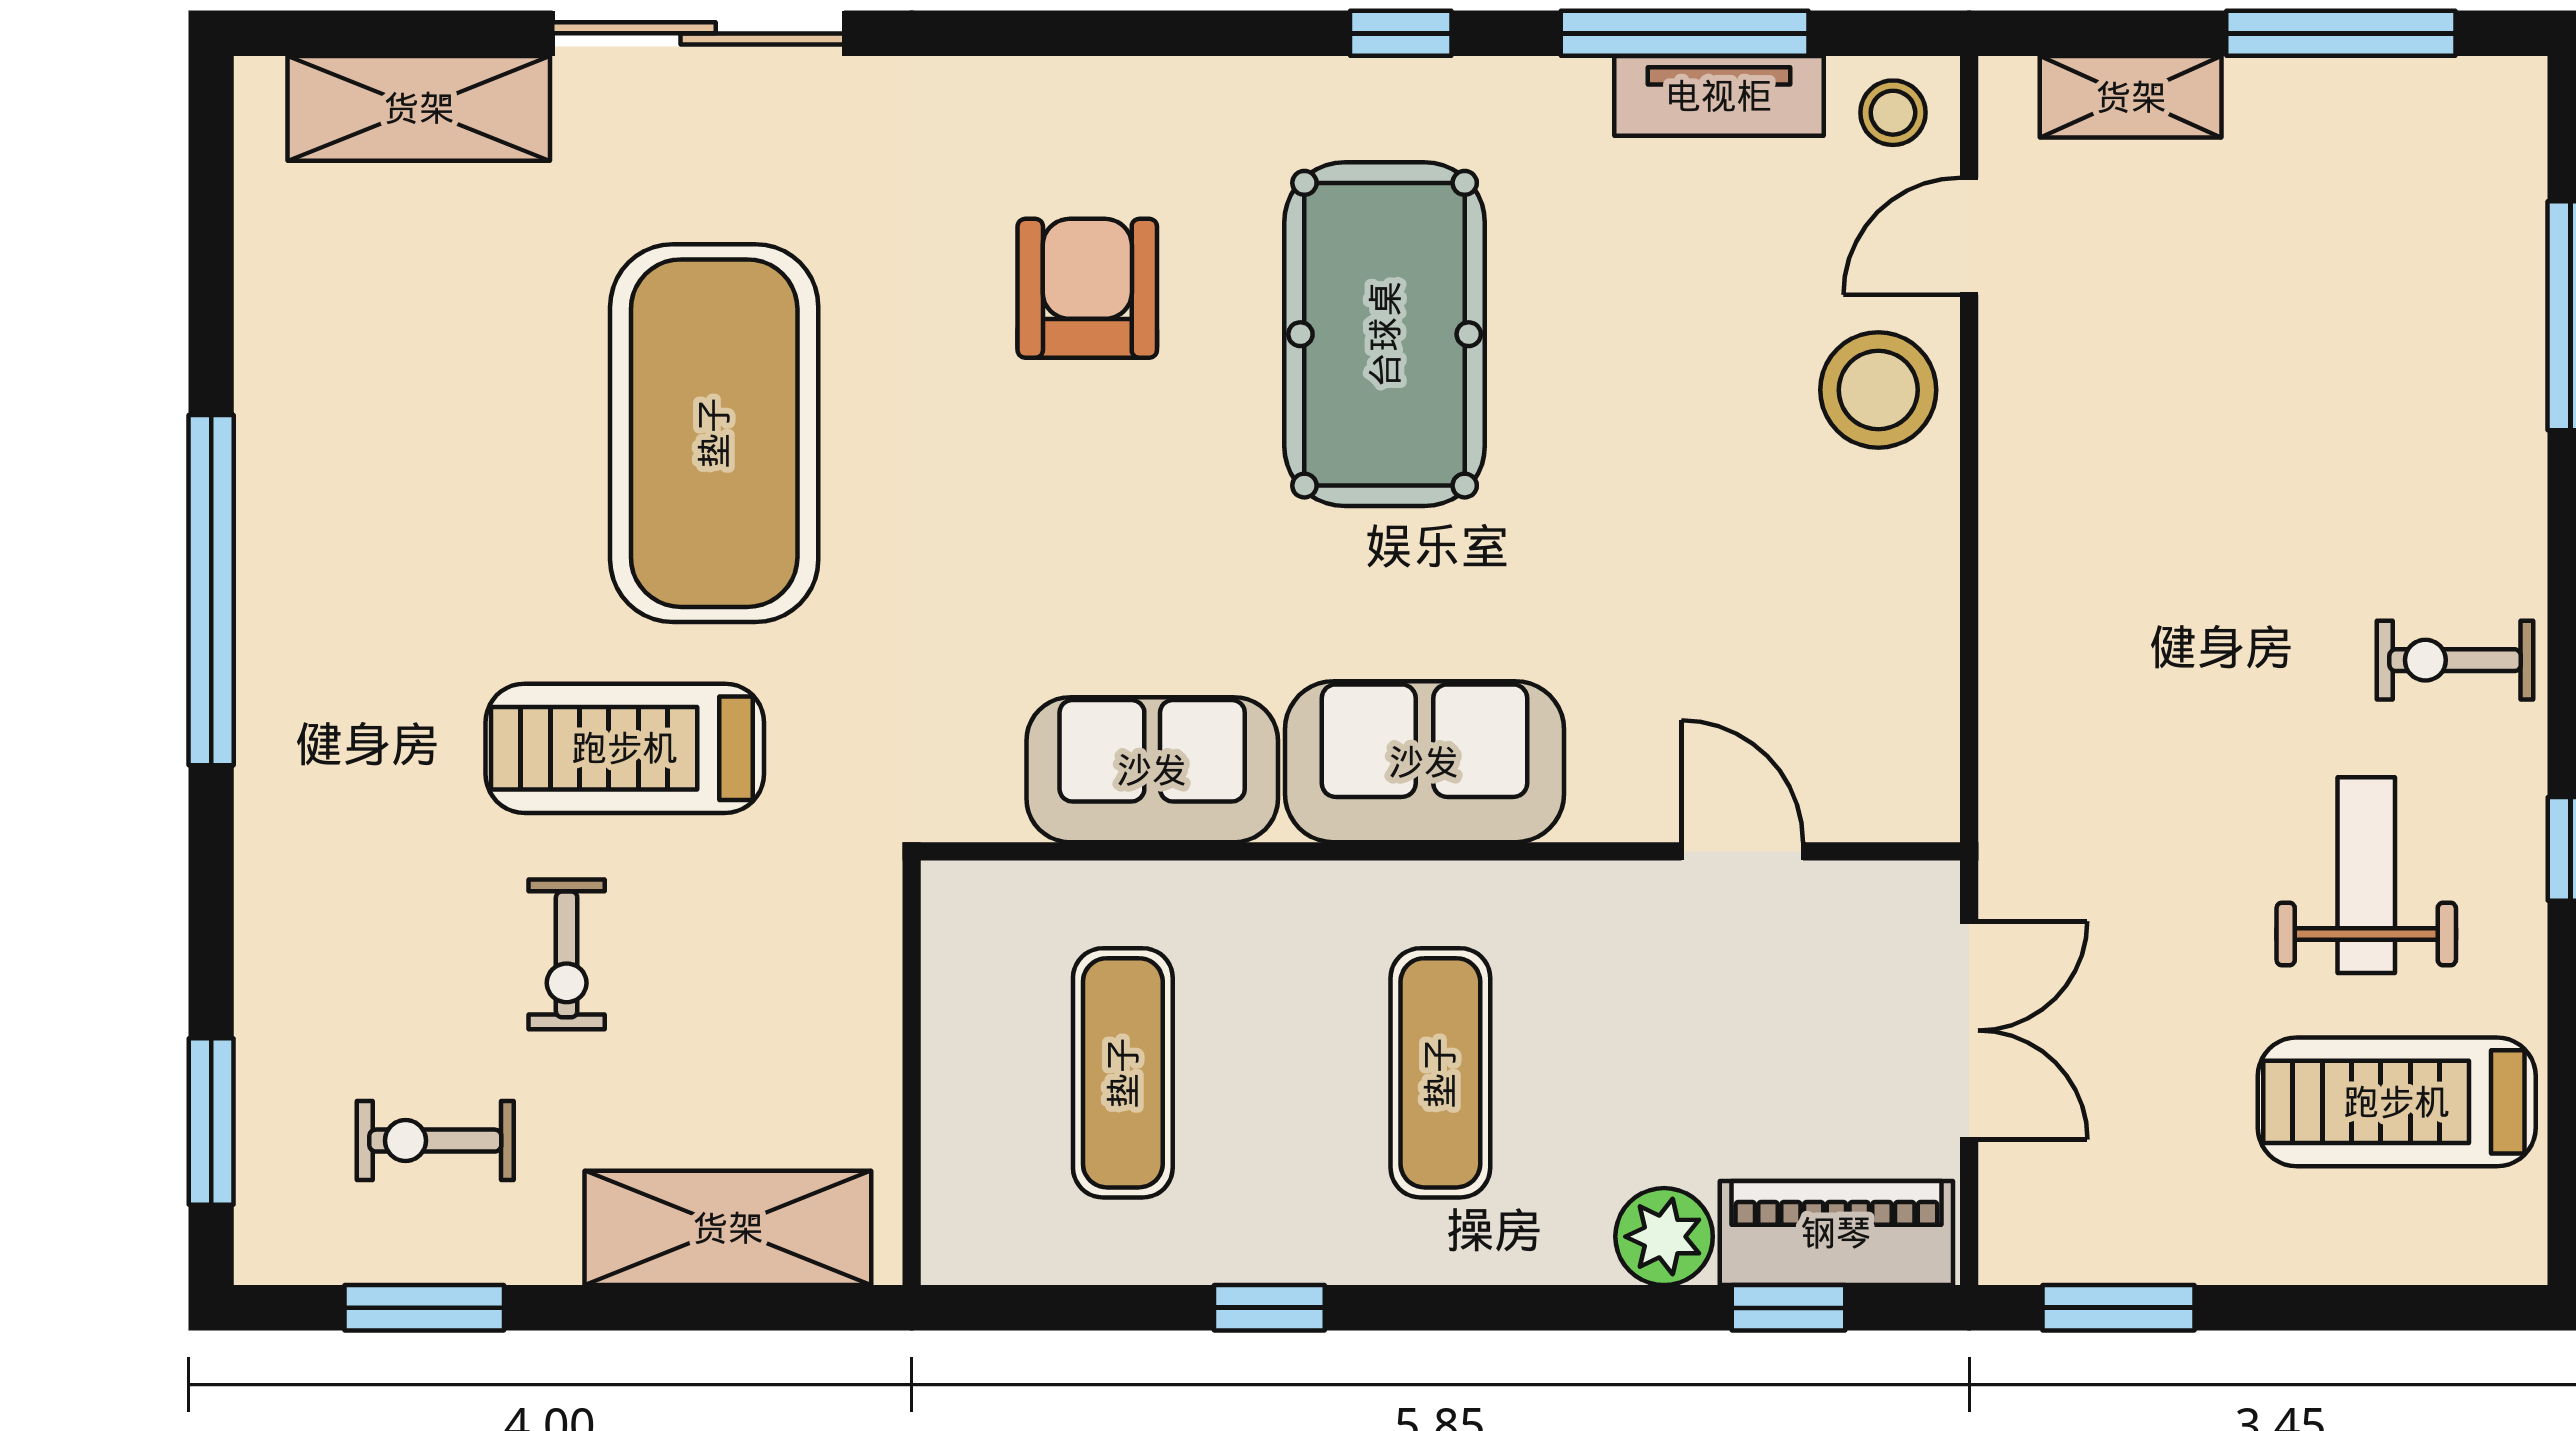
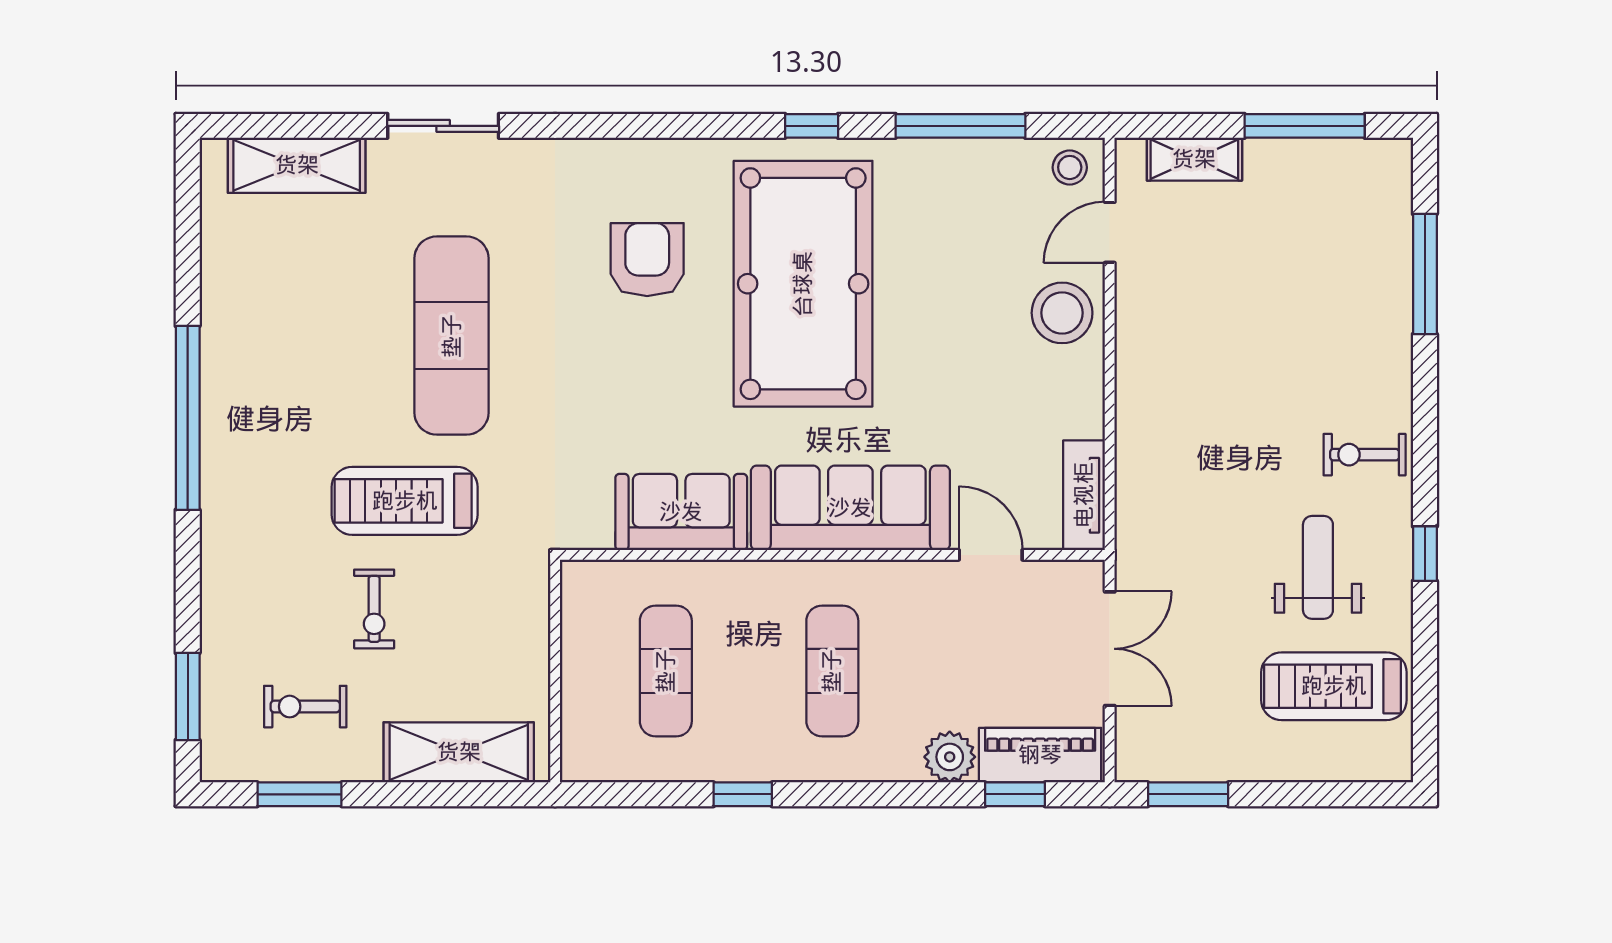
sliding door: (698, 33) -> (443, 126), width x0.73
tv unit: (1719, 96) -> (1084, 495), moved, turned 90
pool table: (1385, 334) -> (803, 284), width x1.36, depth x1.32
exercise mat: (714, 433) -> (452, 336), width x0.68
sofa: (1424, 762) -> (850, 508), width x1.36

